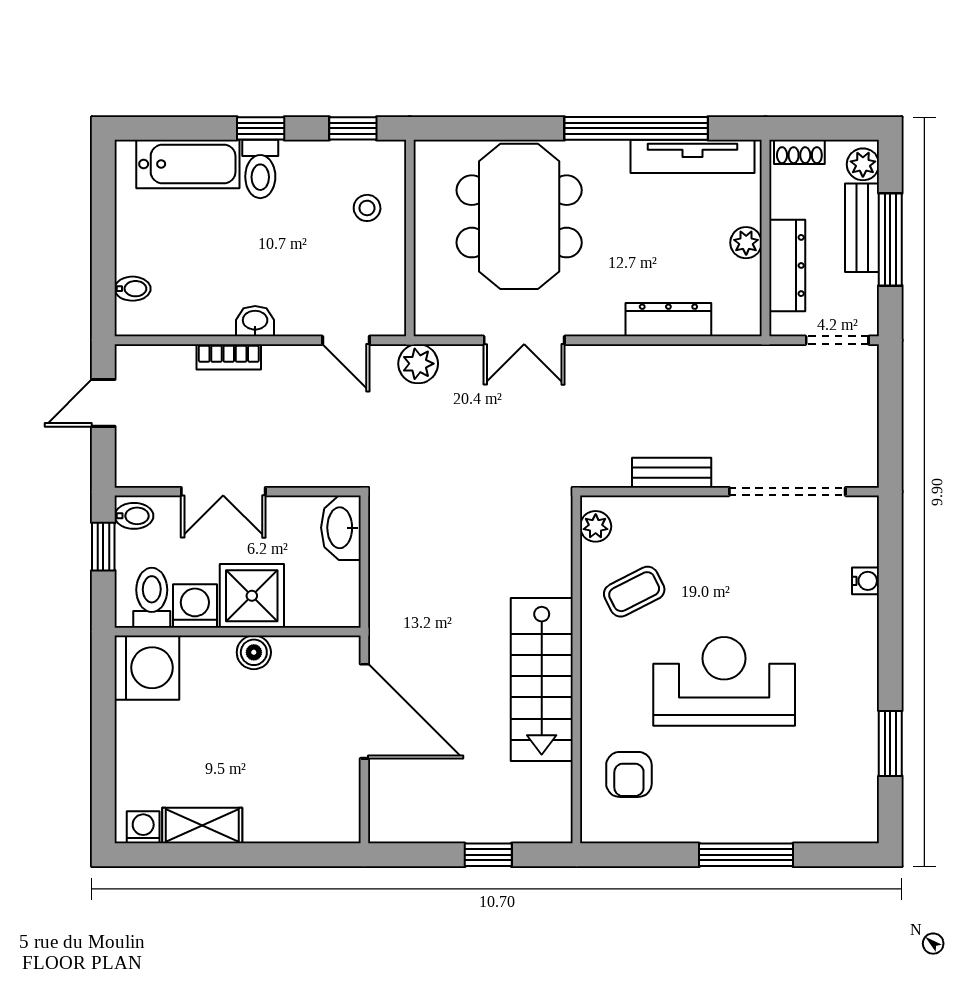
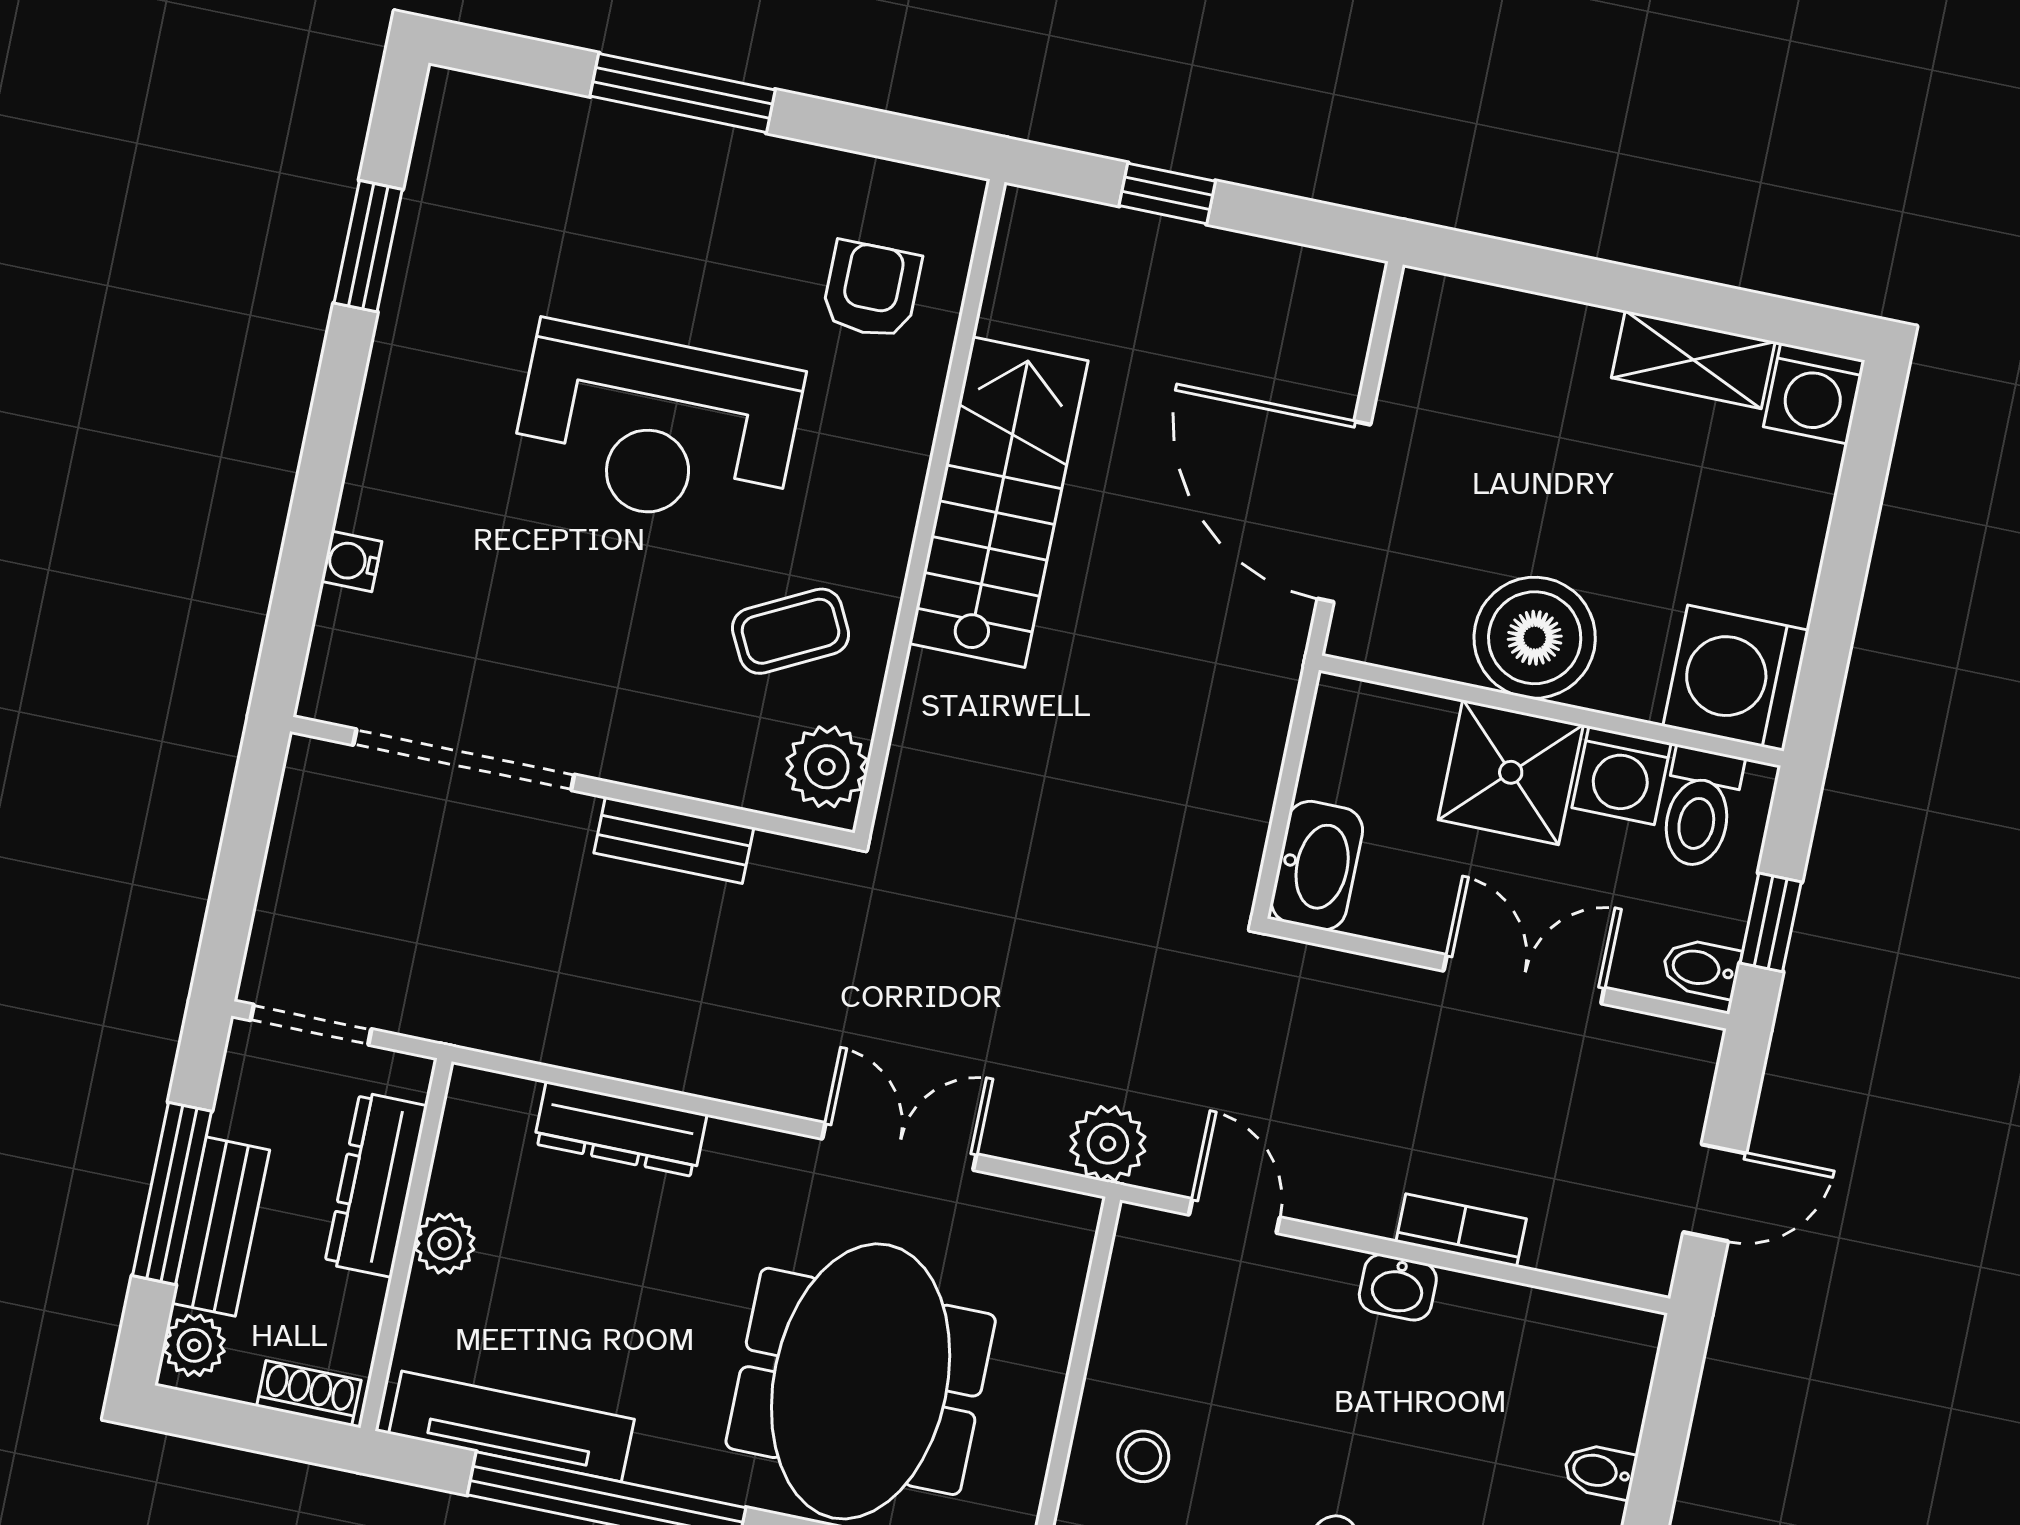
bidet: (133, 289) -> (1600, 1471), moved
plant: (596, 526) -> (827, 767), width x1.38, depth x1.38
boiler: (254, 652) -> (1535, 638), width x1.86, depth x1.86
washing machine: (143, 827) -> (1814, 393), width x1.38, depth x1.38

